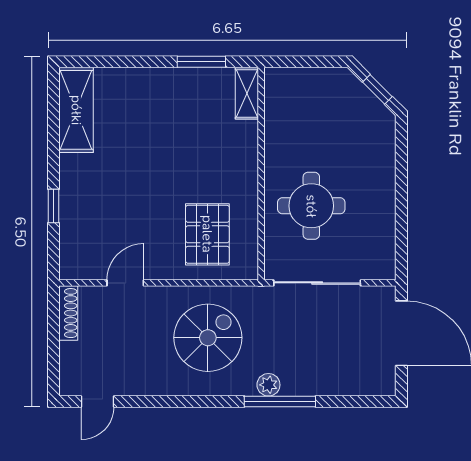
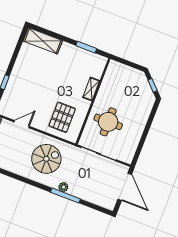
shelving: (247, 93) -> (91, 89), moved
shelving: (76, 110) -> (43, 41), moved, turned 90

